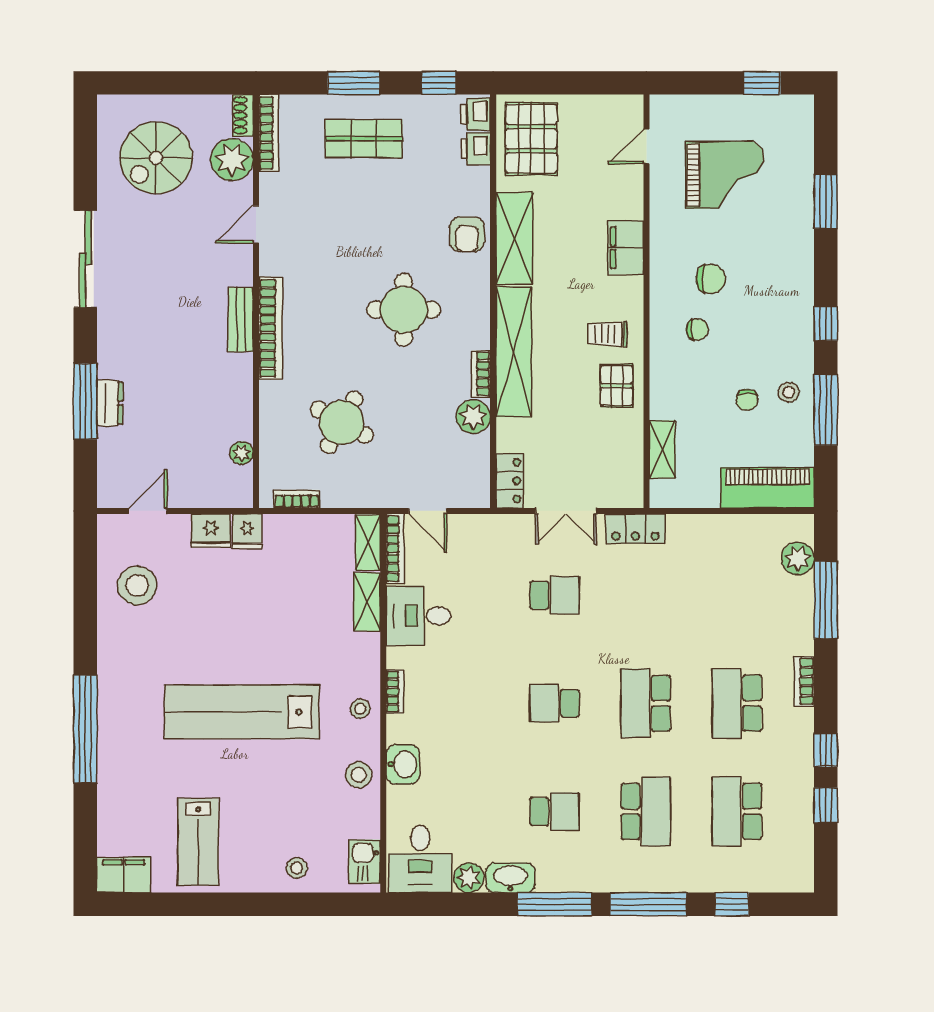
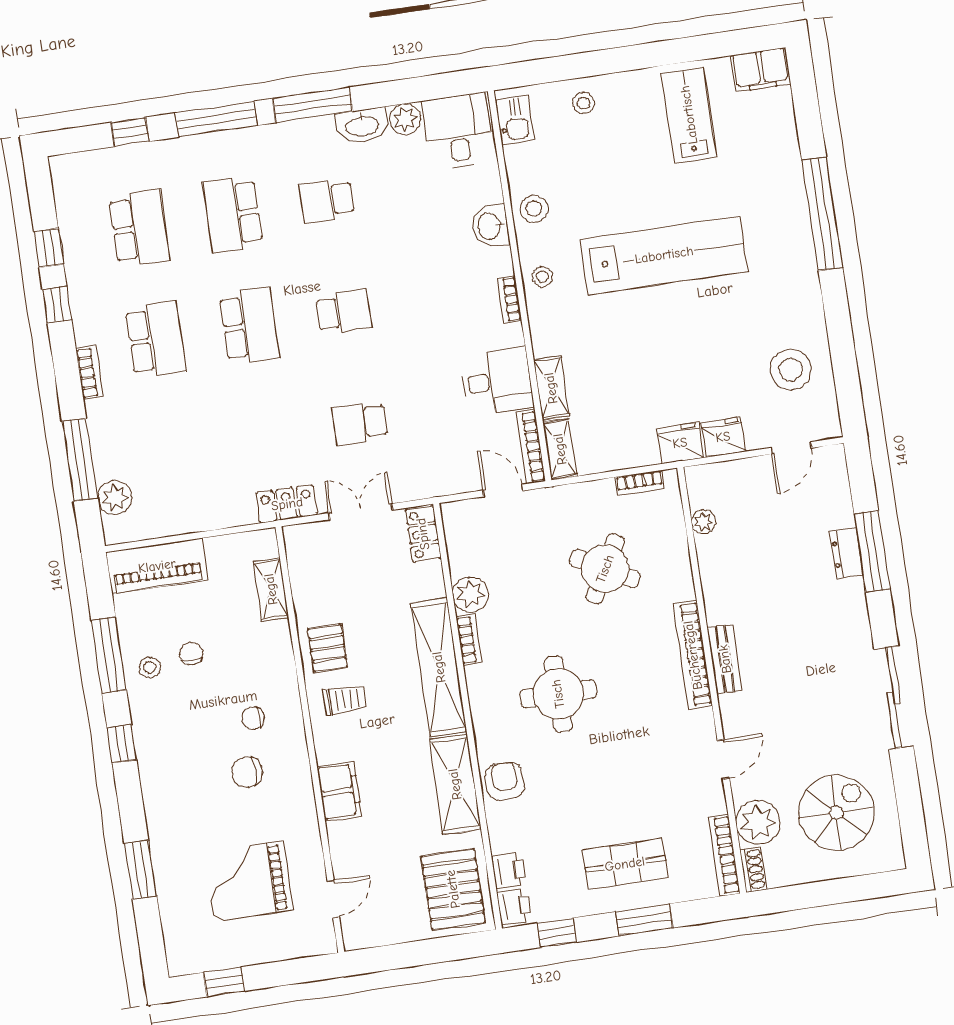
fridge: (247, 531) -> (680, 443), width x1.38

